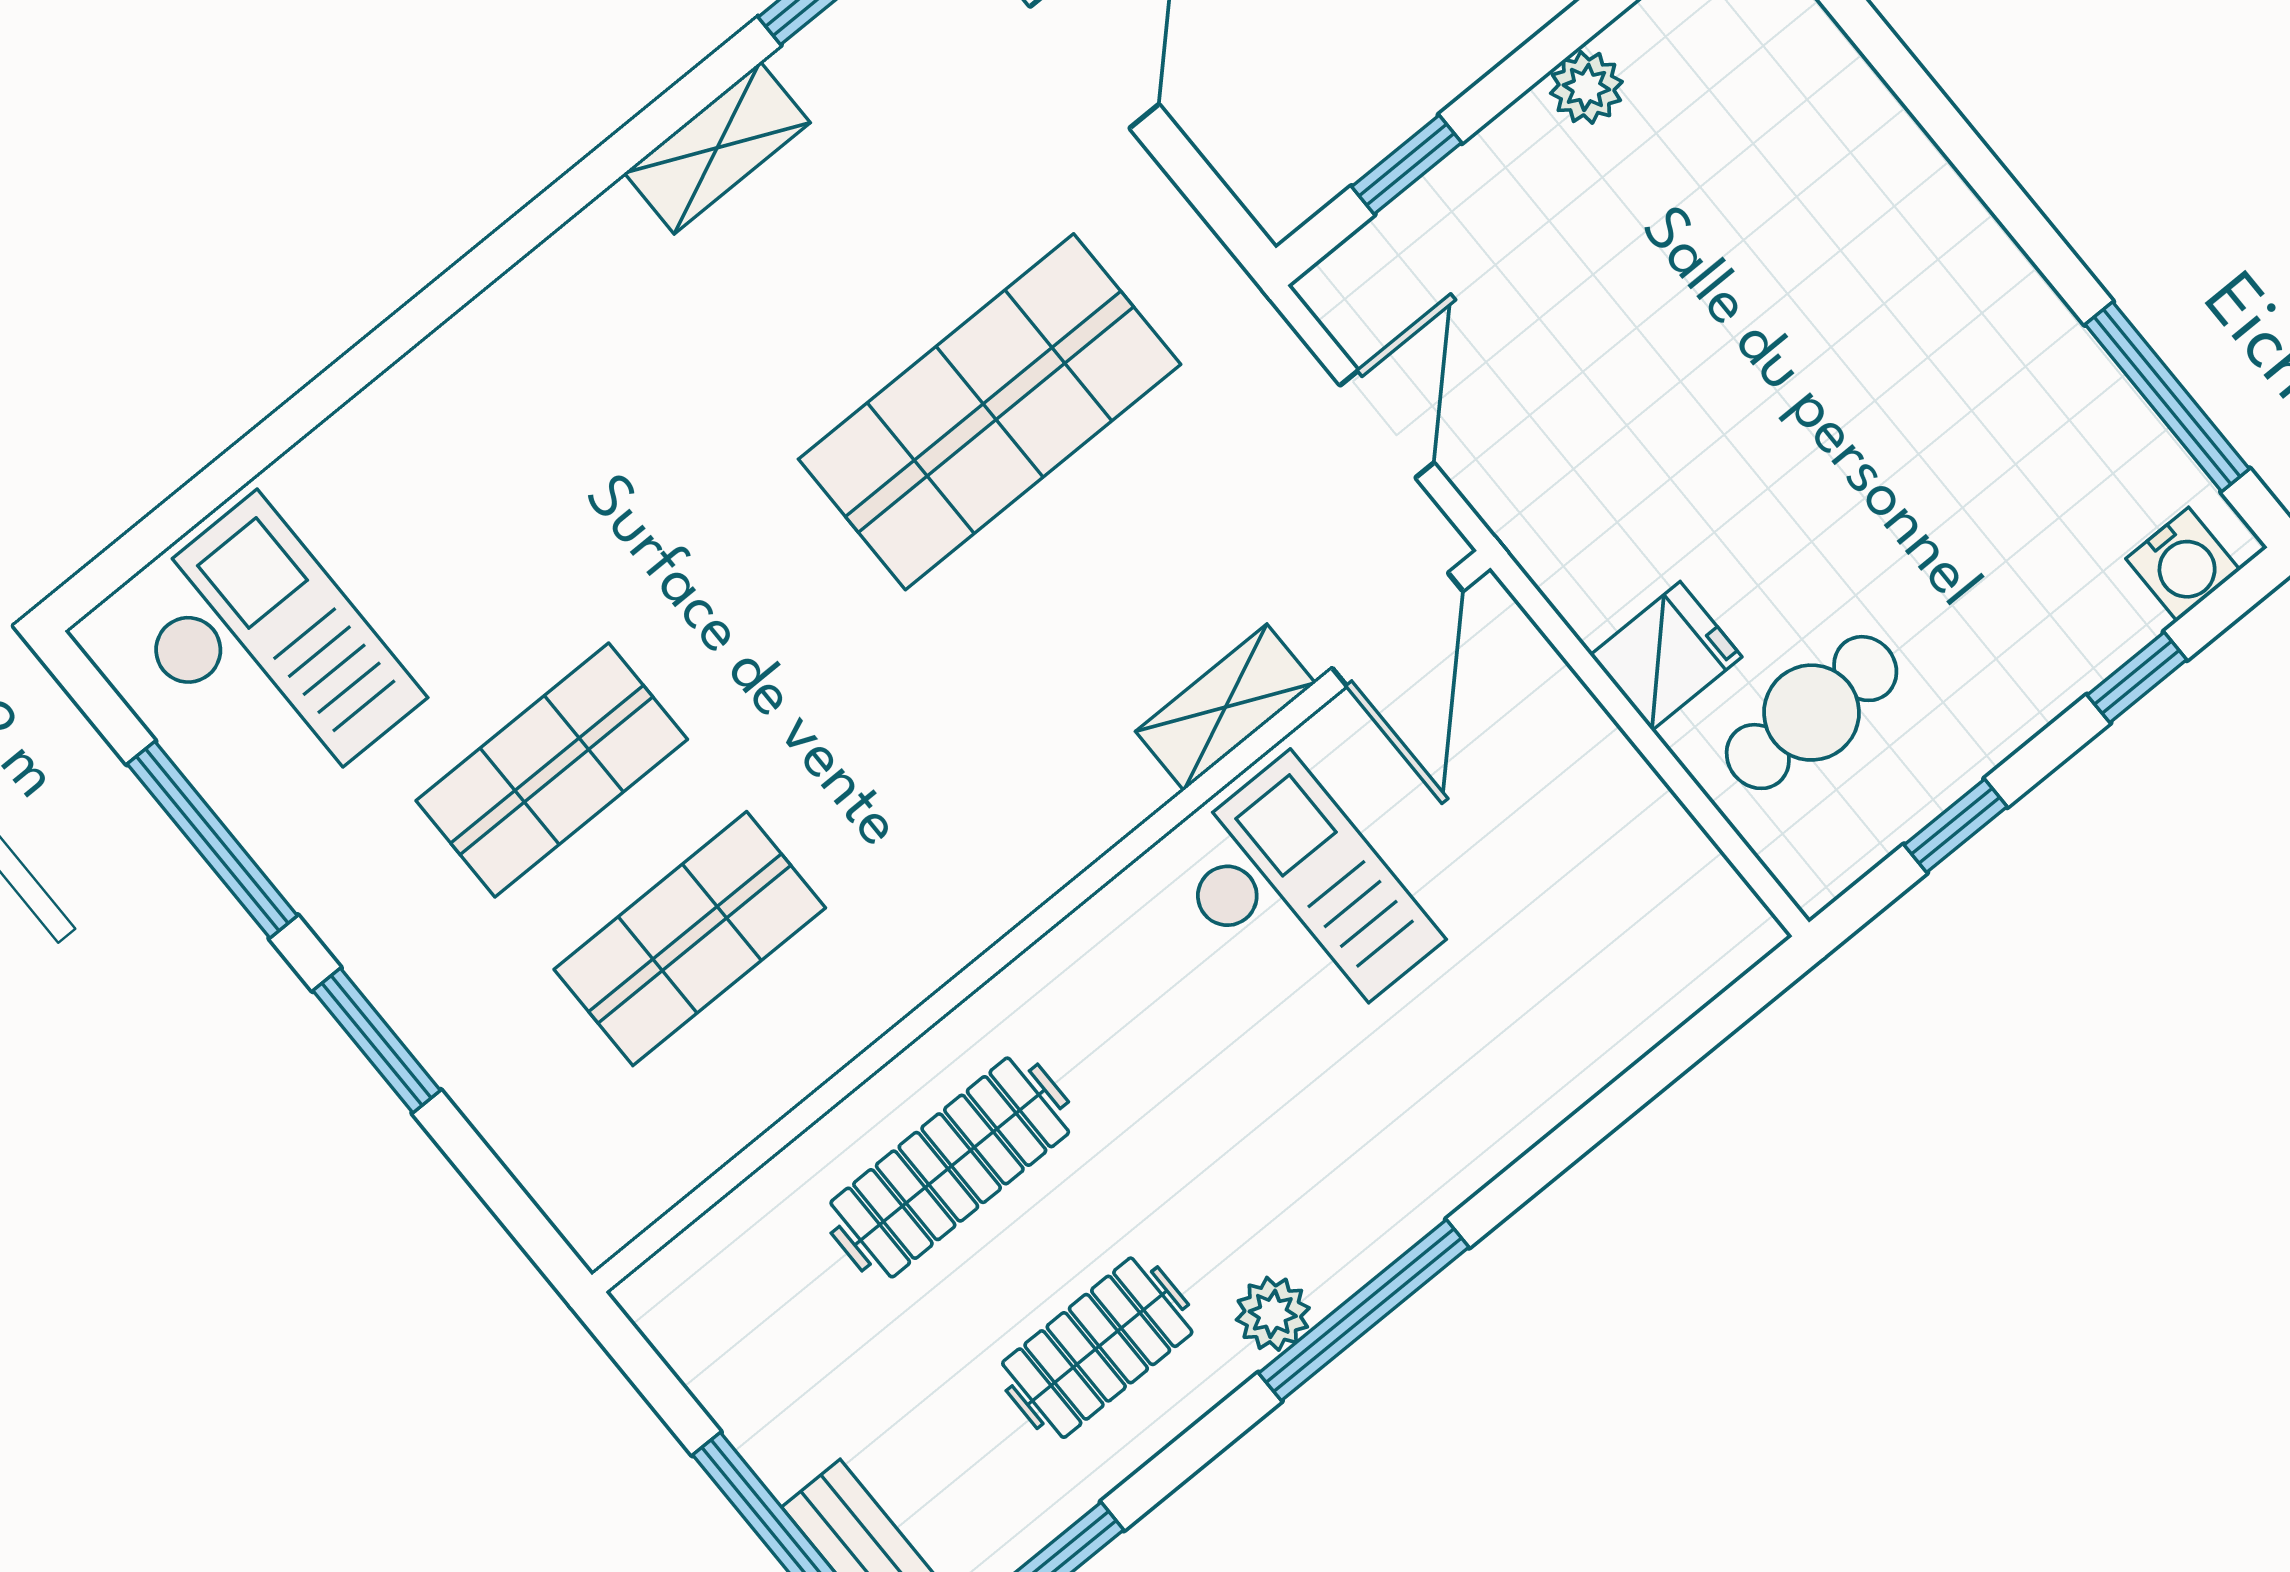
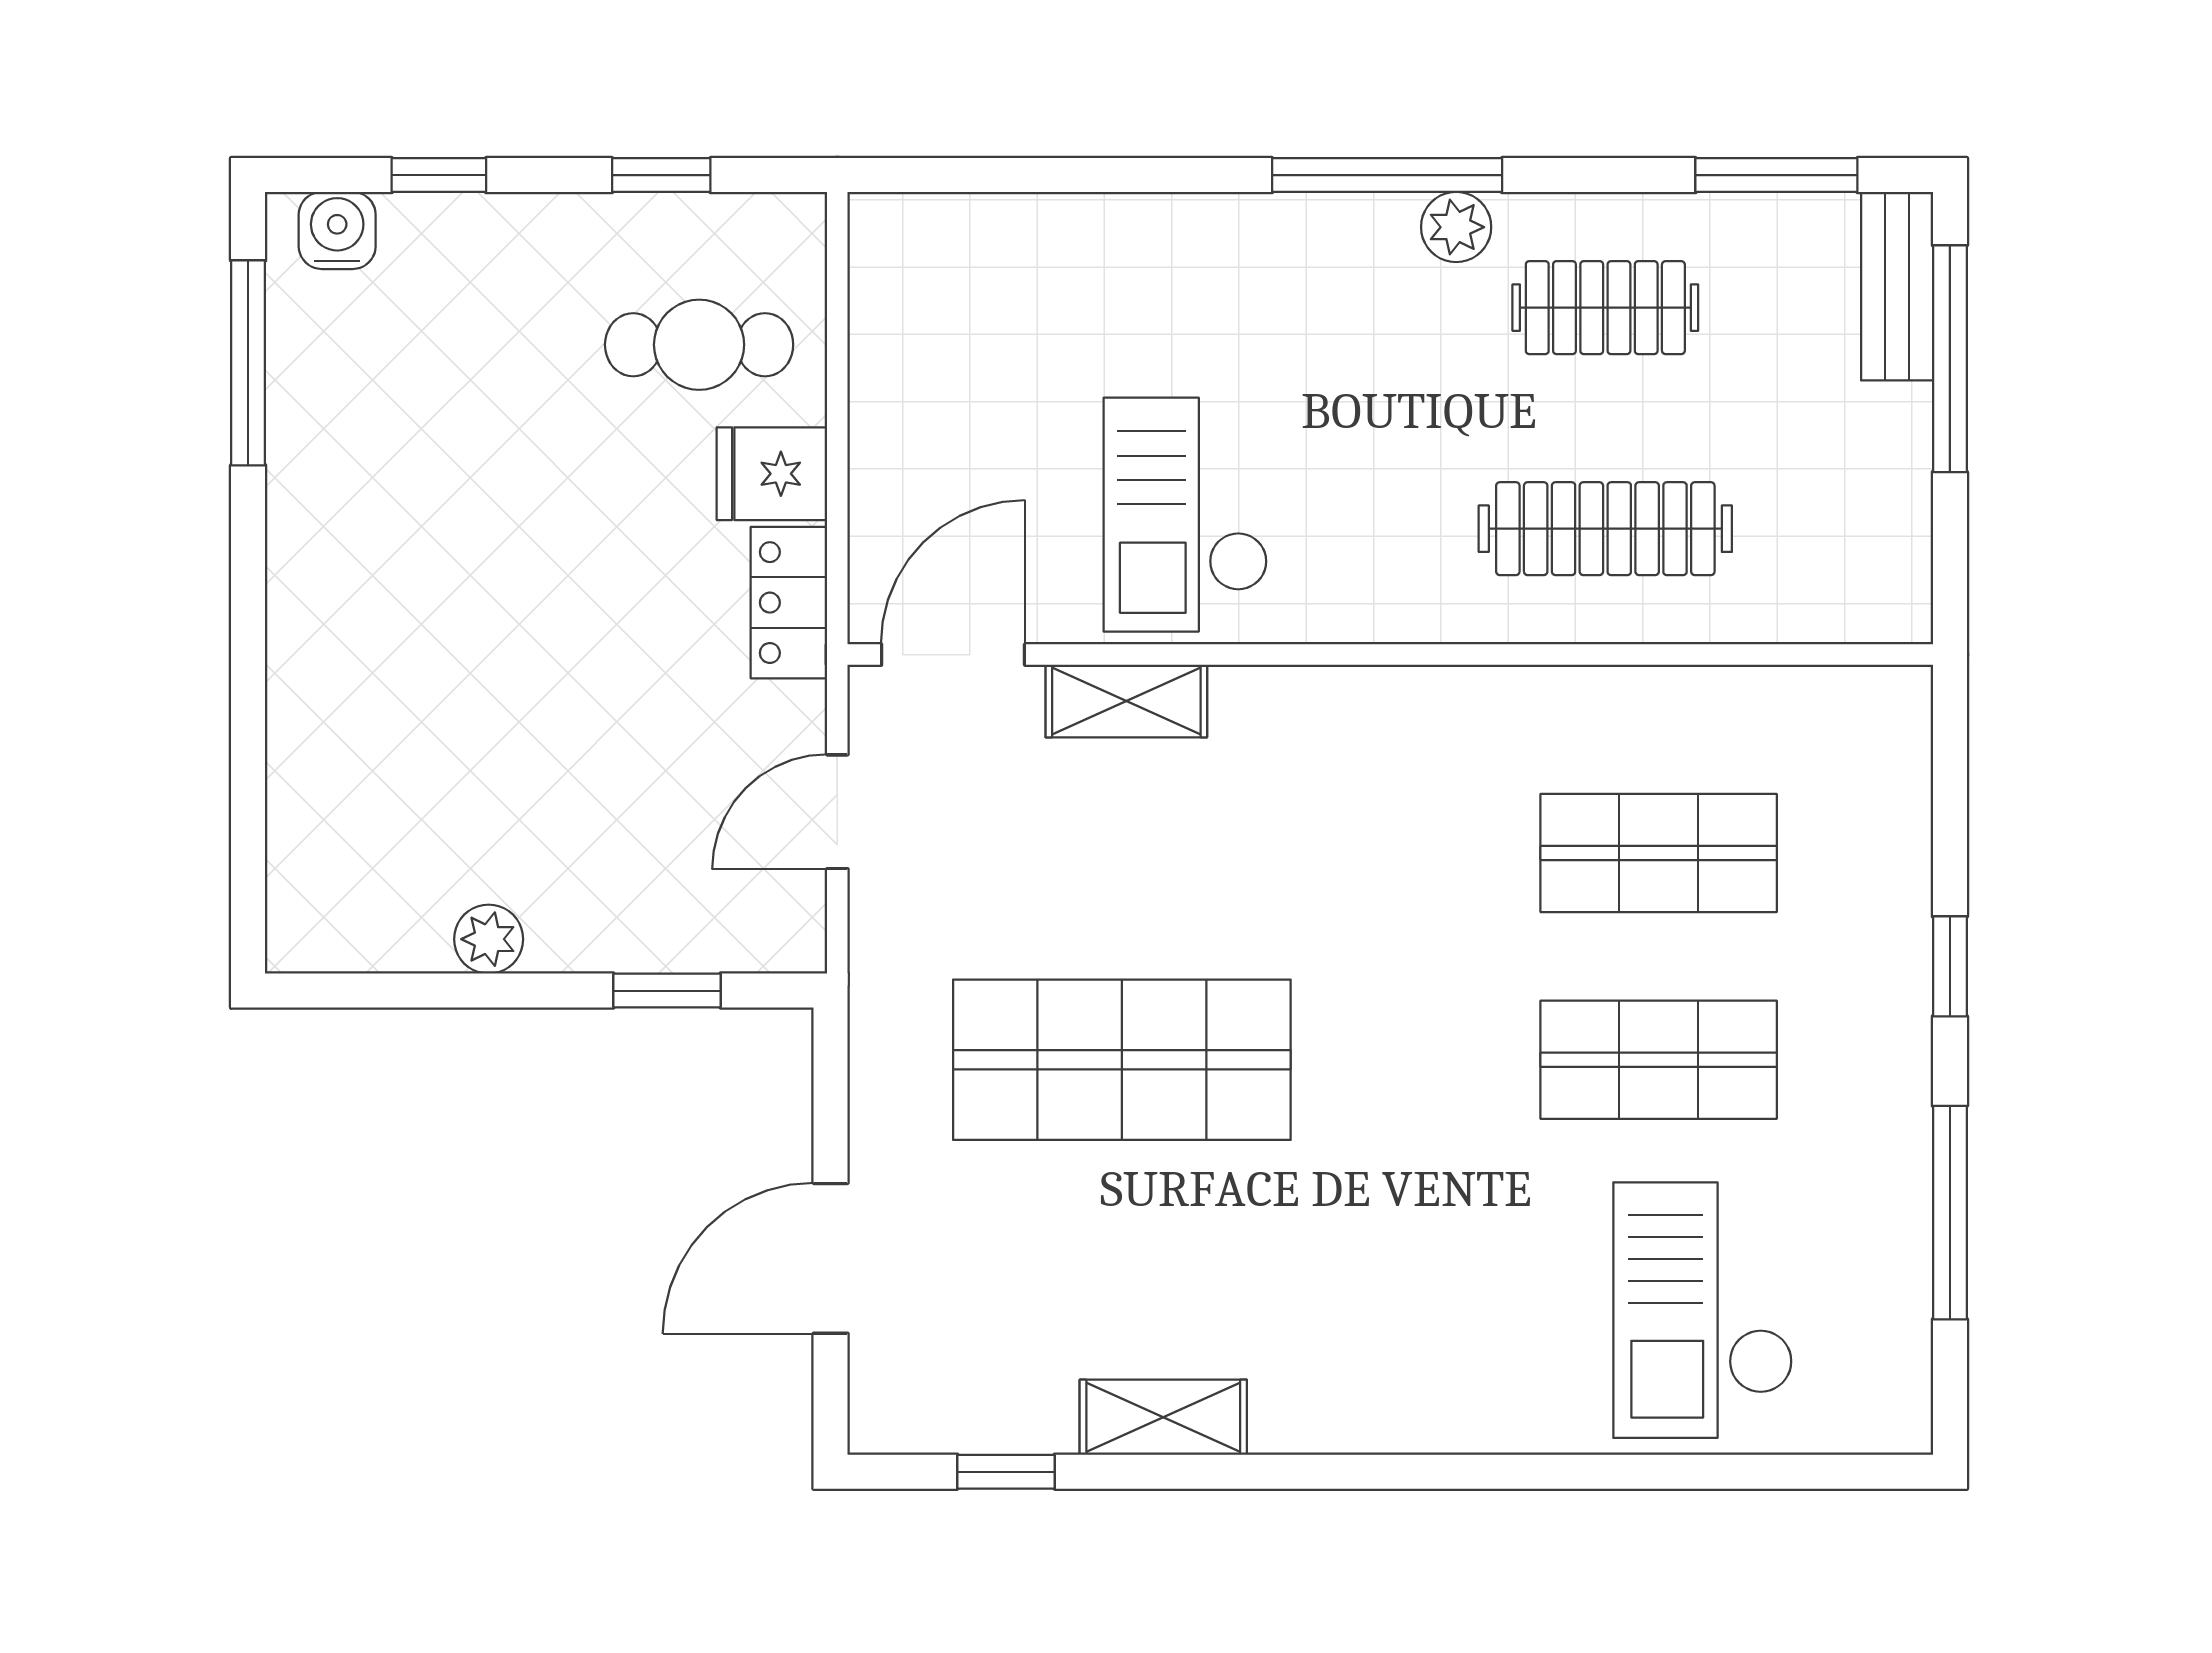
locker: (1566, 562) -> (789, 603), added
checkout: (269, 653) -> (1703, 1310), moved
window: (377, 1041) -> (1950, 966), width x0.67

